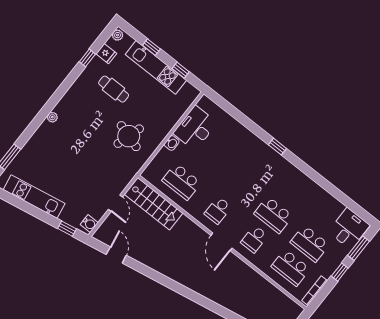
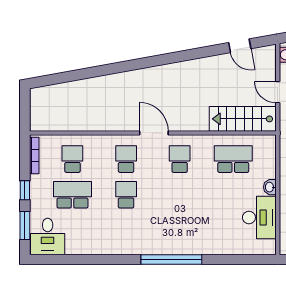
window: (277, 147) -> (171, 259), width x3.17
school desk: (273, 215) -> (126, 195), width x0.54
school desk: (291, 268) -> (72, 159), width x0.54

